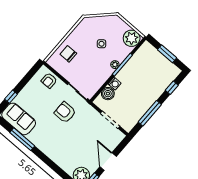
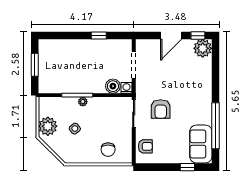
plant: (132, 38) -> (48, 126), moved
washing machine: (115, 84) -> (126, 88), moved
window: (172, 88) -> (61, 36), removed
window: (150, 113) -> (99, 36), width x0.46
window: (22, 139) -> (216, 126), width x1.46

